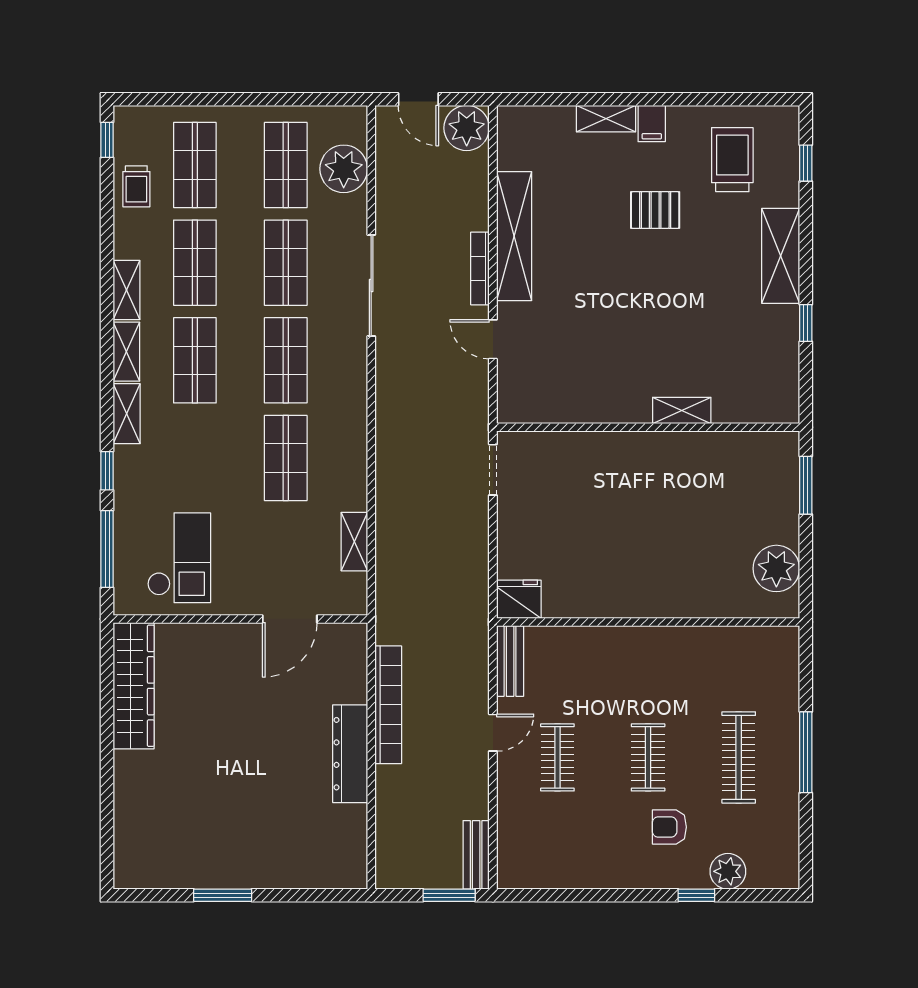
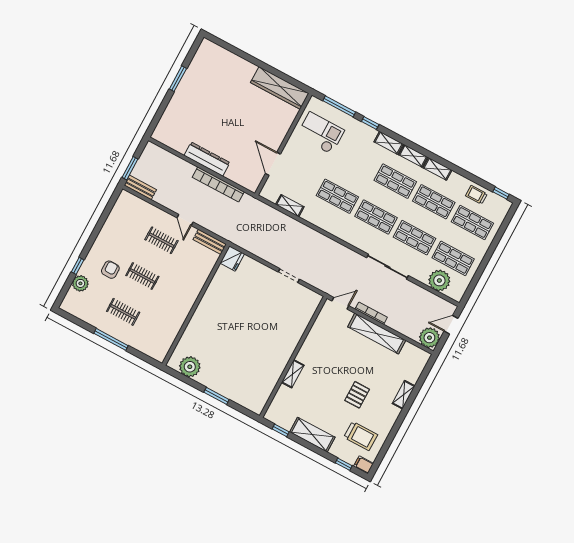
filing cabinet: (652, 124) -> (364, 465), moved
shelving: (682, 410) -> (293, 374), moved
wall: (648, 427) -> (293, 357), moved
checkout: (179, 558) -> (321, 133), turned 180
clothes rail: (739, 757) -> (123, 312), width x0.73

